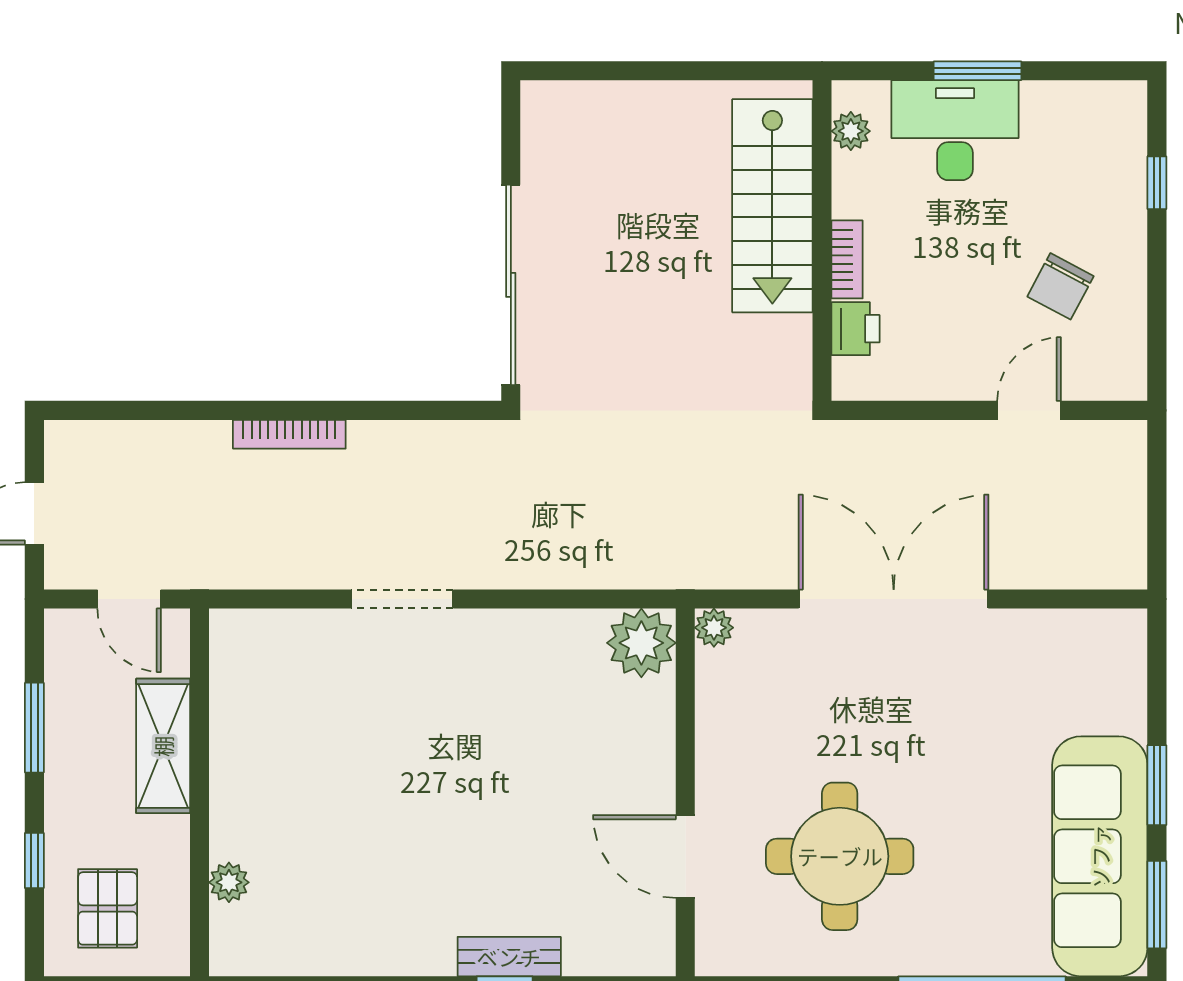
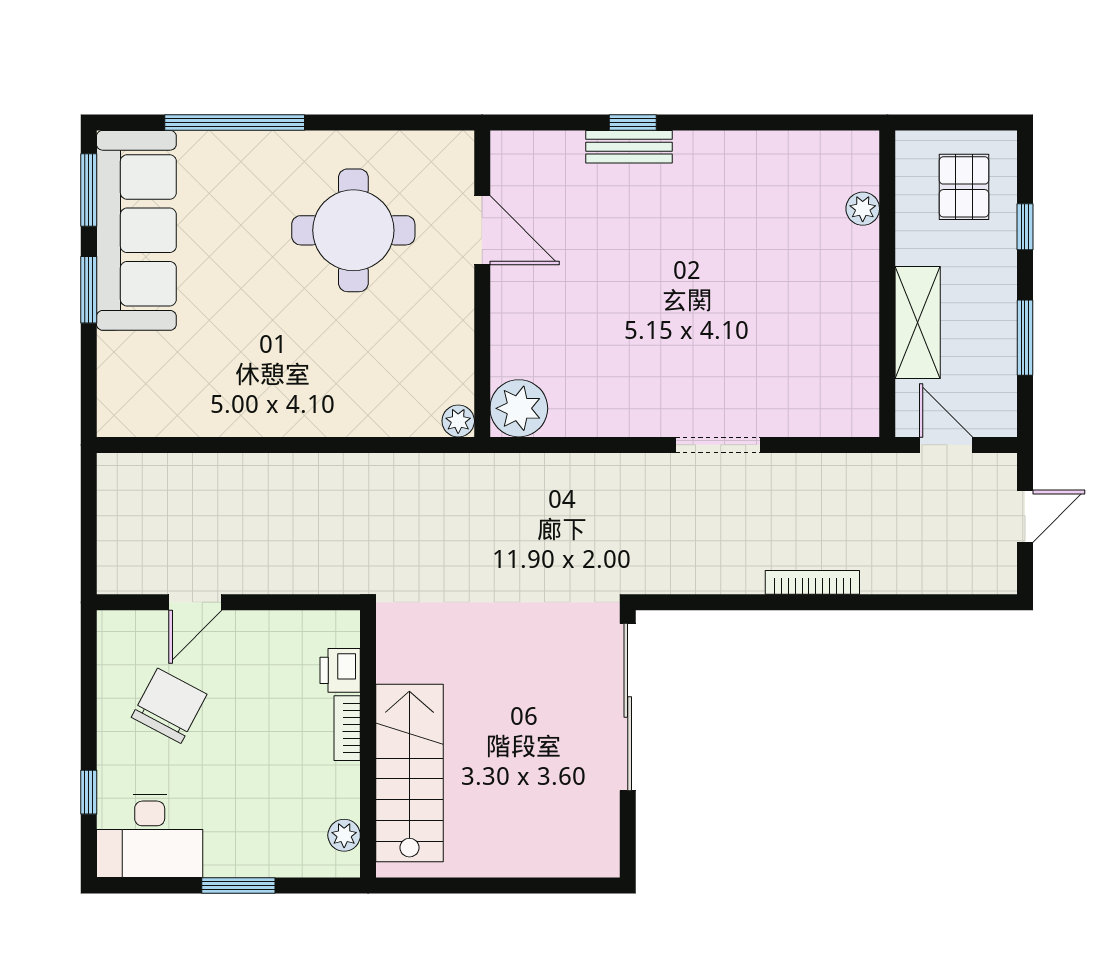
desk: (955, 130) -> (150, 836), moved
chair: (1060, 286) -> (169, 706), width x1.37, depth x1.37
double door: (894, 599) -> (308, 445), removed

